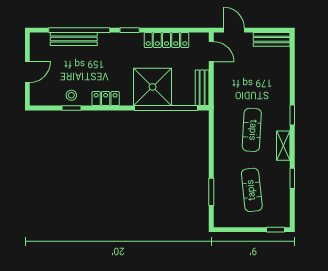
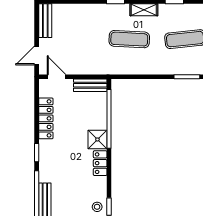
door: (211, 52) -> (57, 77), hinge flipped
shower: (153, 87) -> (97, 139), width x0.54, depth x0.54
locker: (106, 99) -> (100, 163), moved

